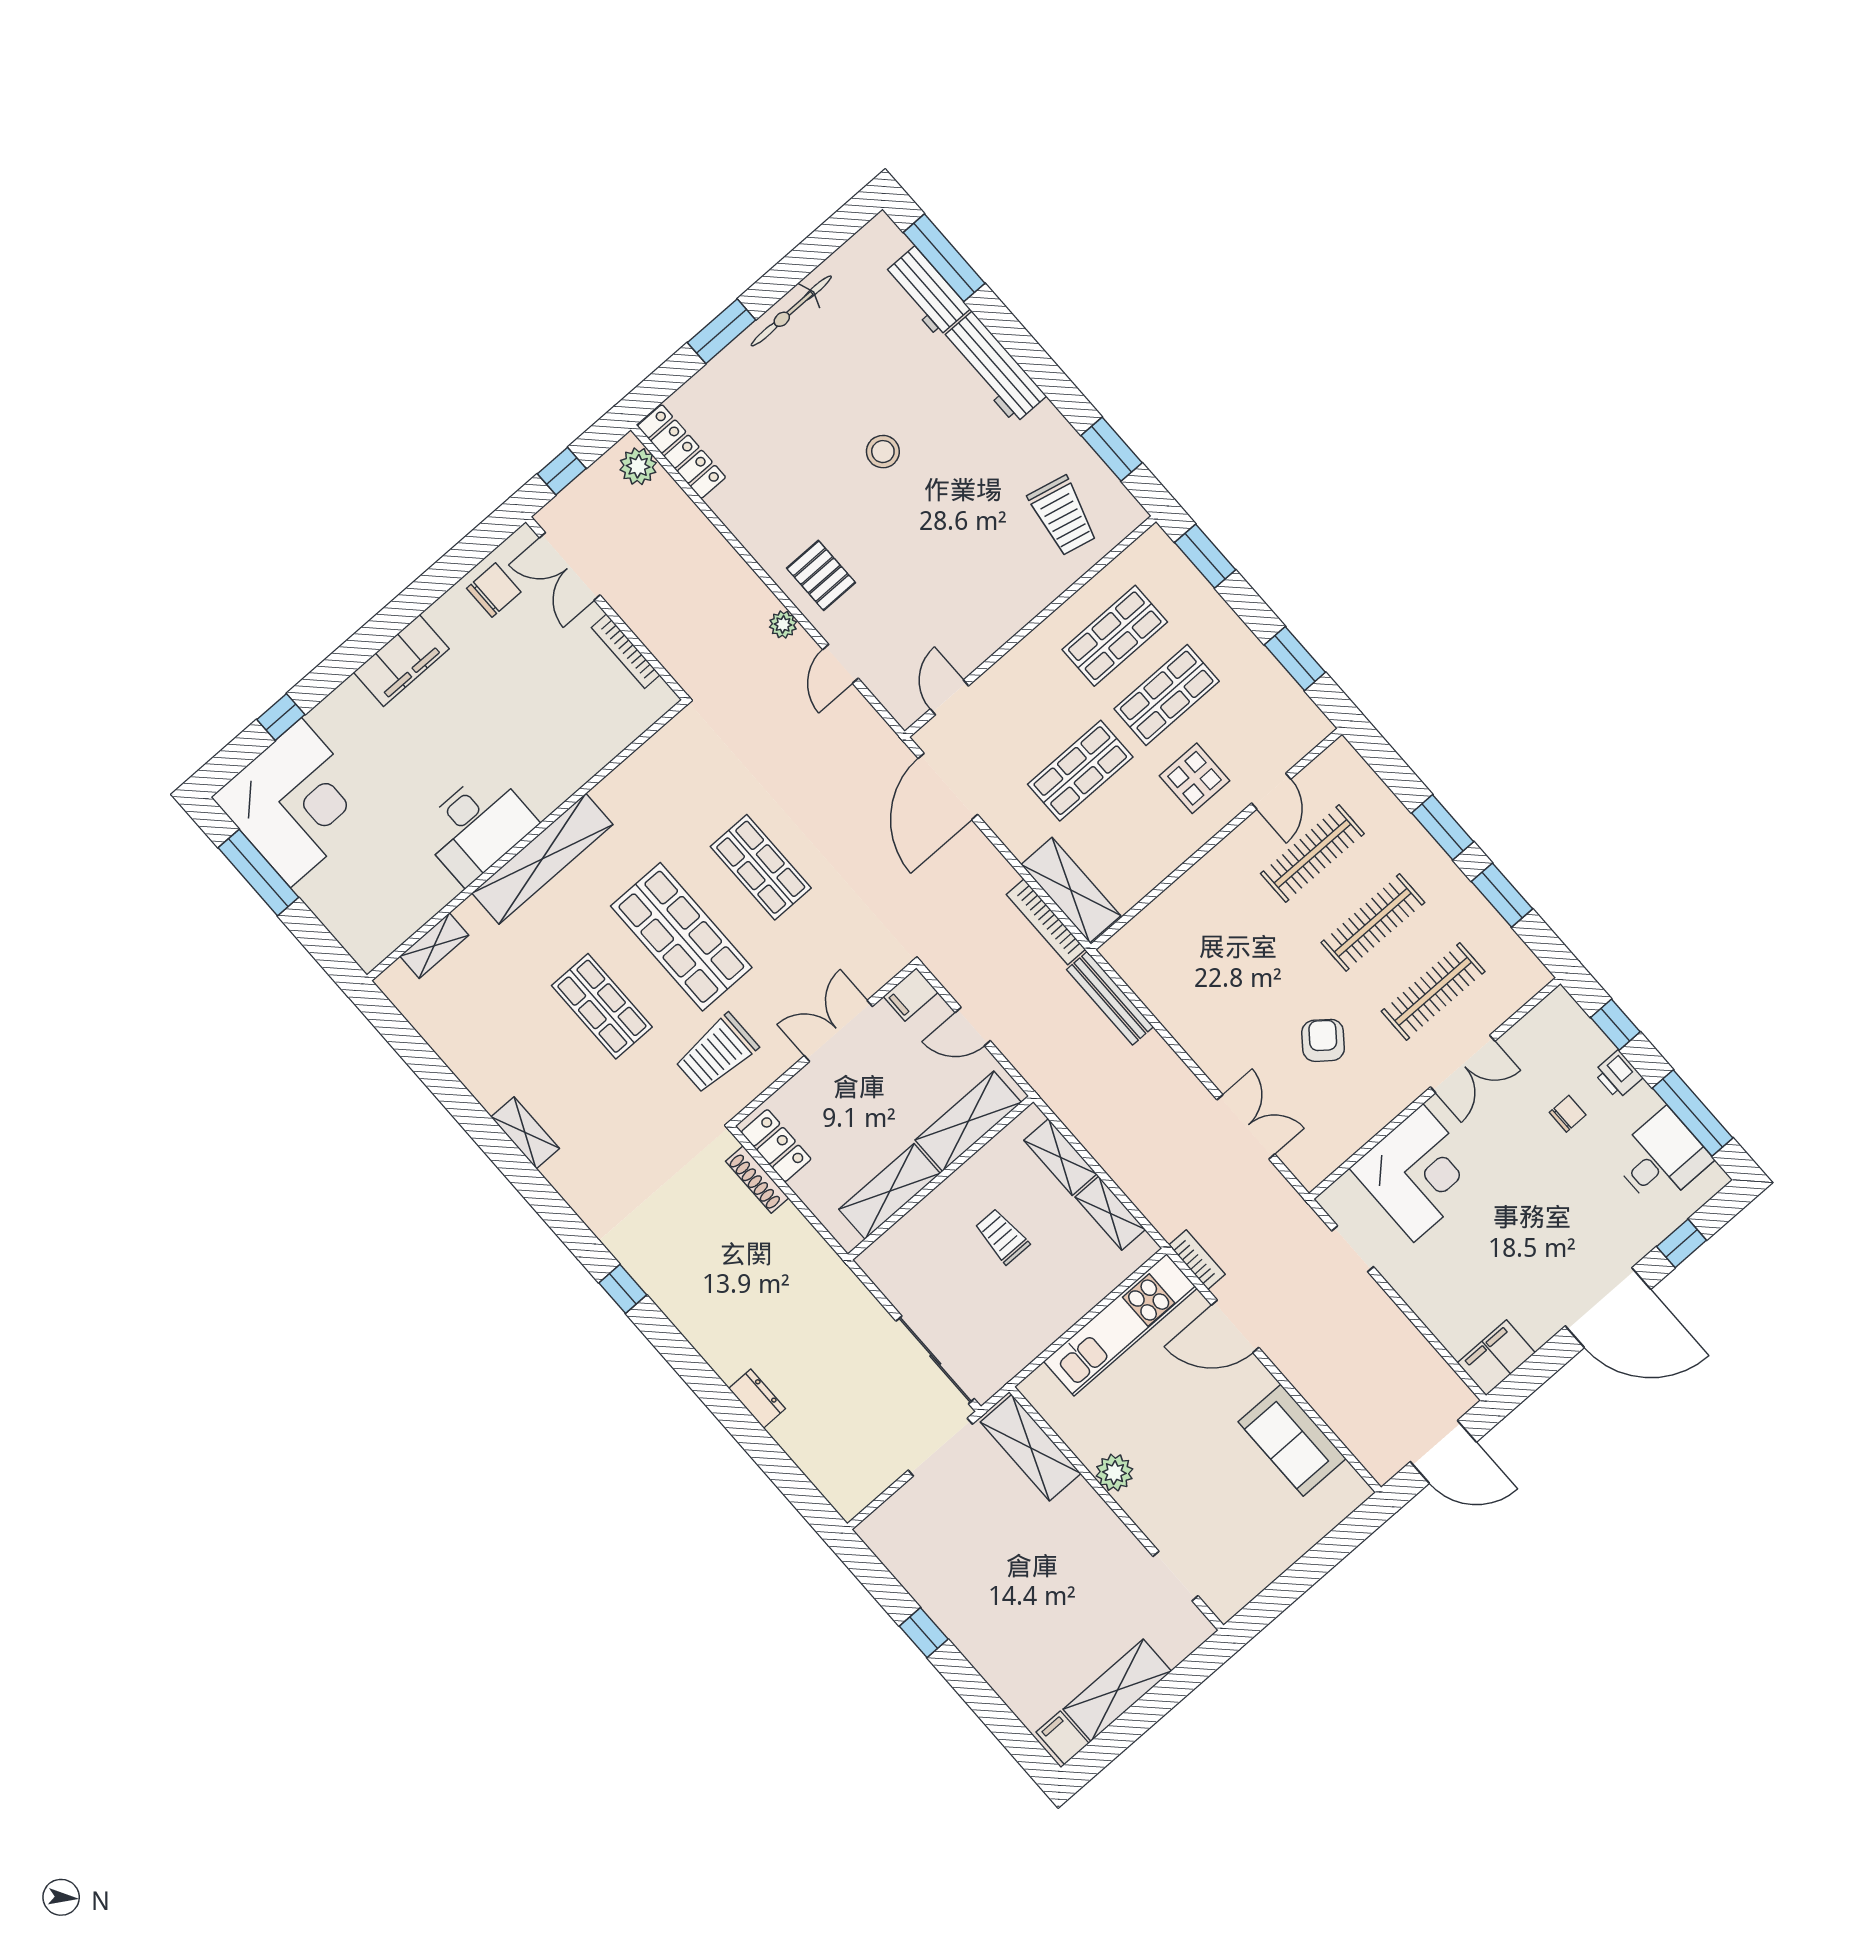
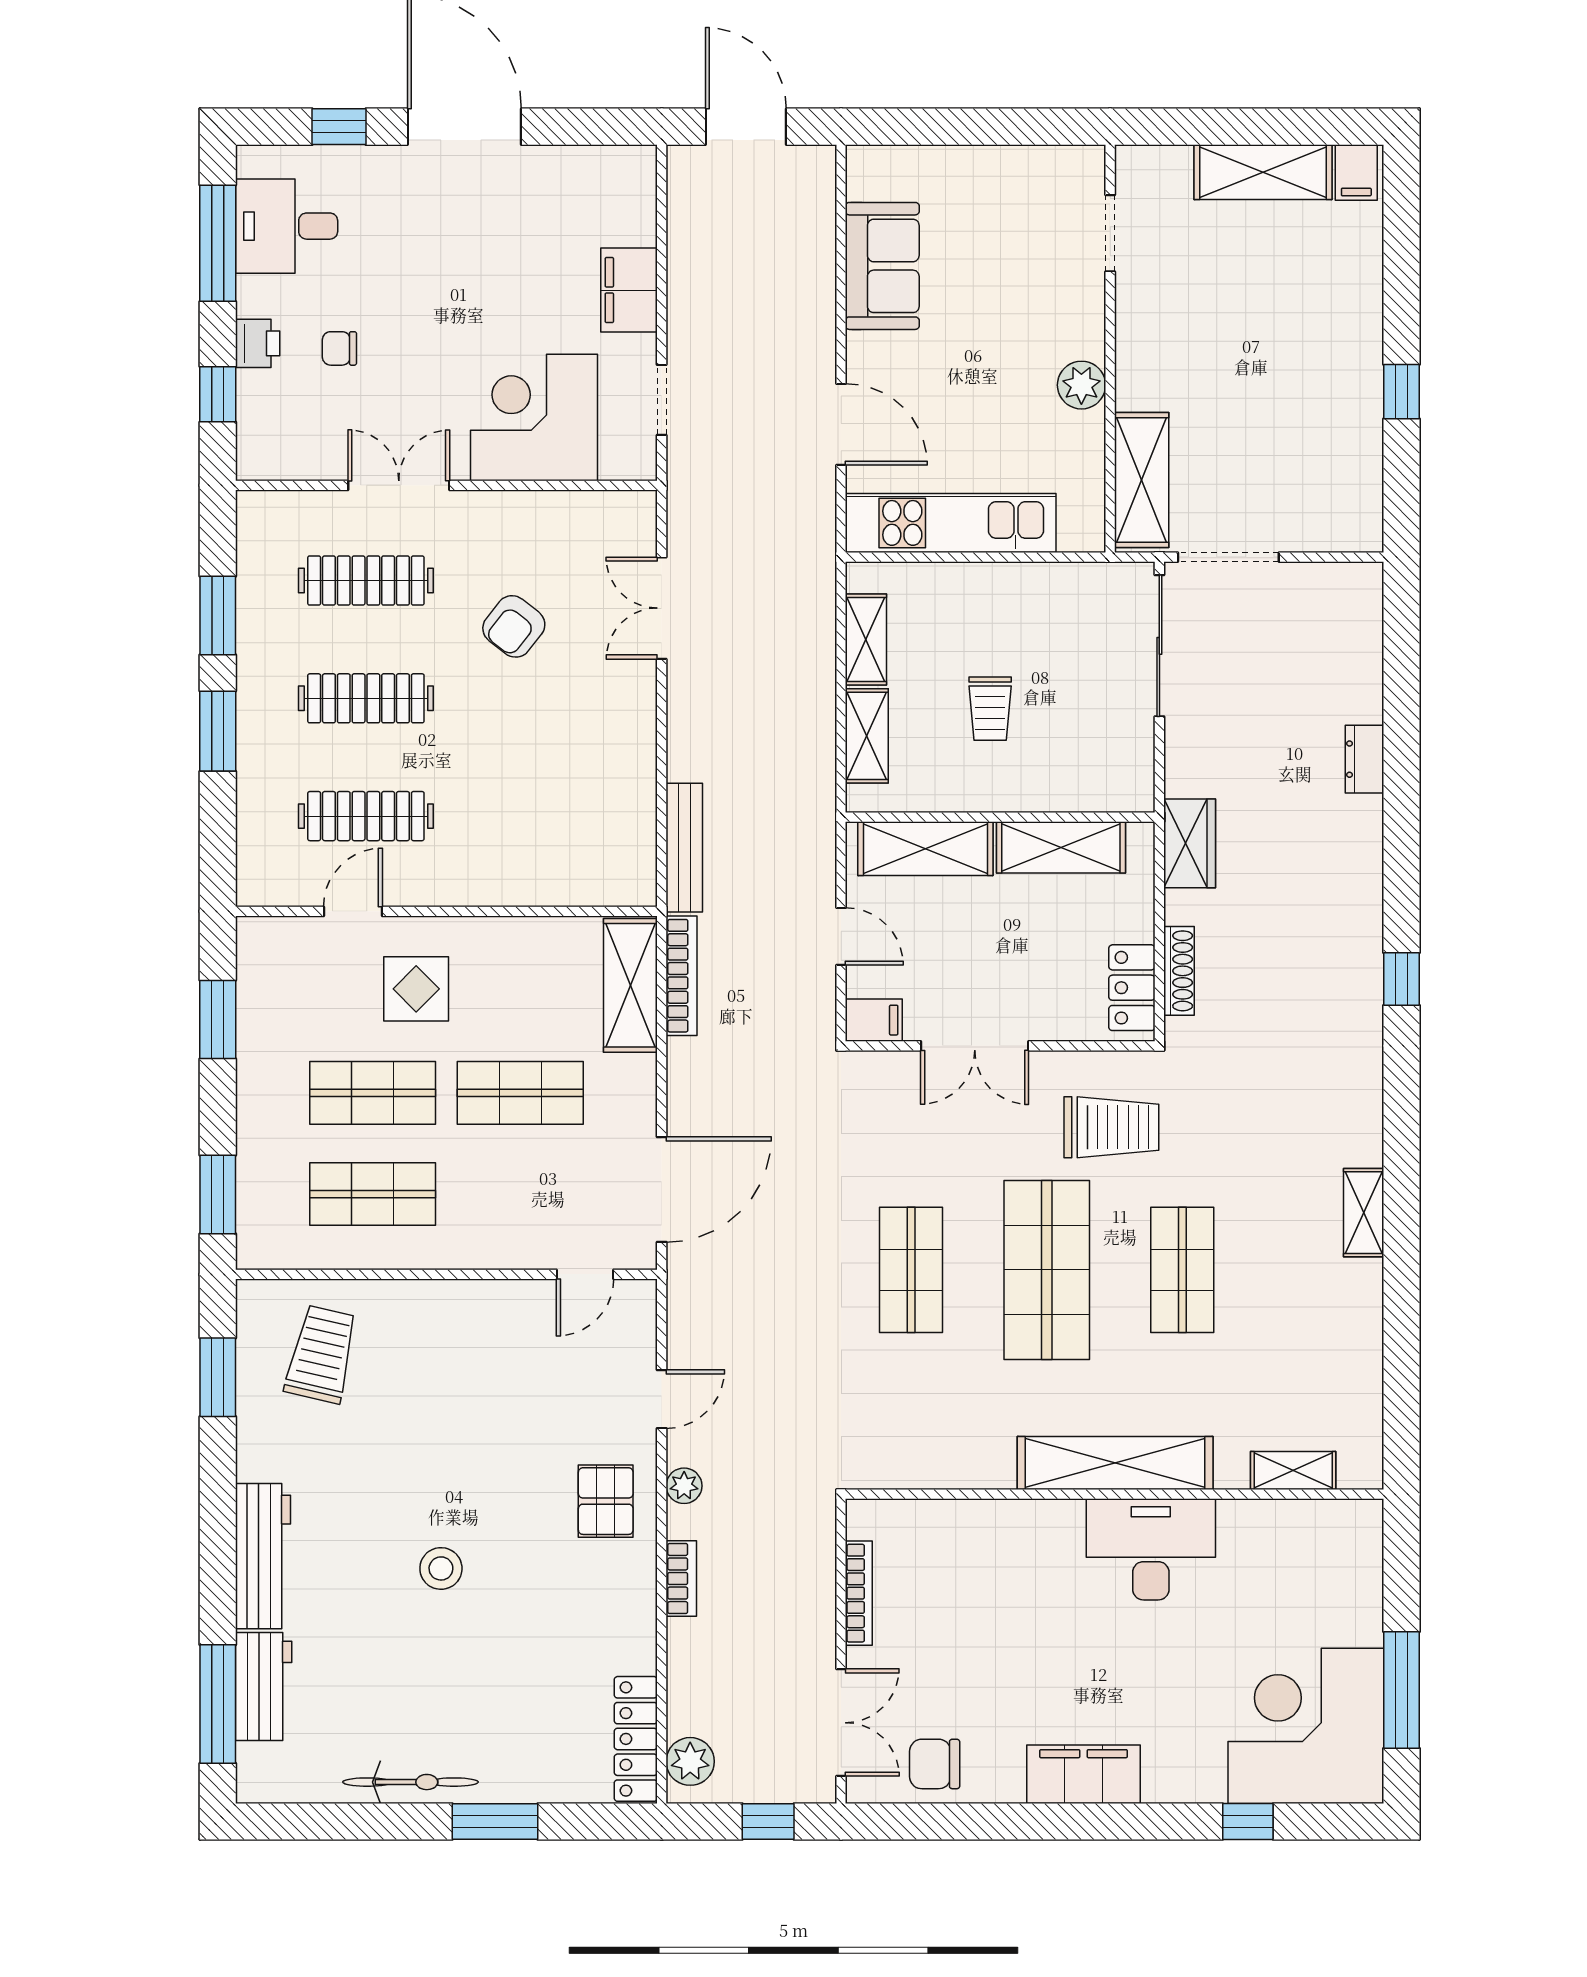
wardrobe: (816, 1260) -> (1190, 843), added
bookcase: (1197, 1260) -> (681, 1579), moved, turned 180
filing cabinet: (1496, 1358) -> (629, 290), moved, turned 90

